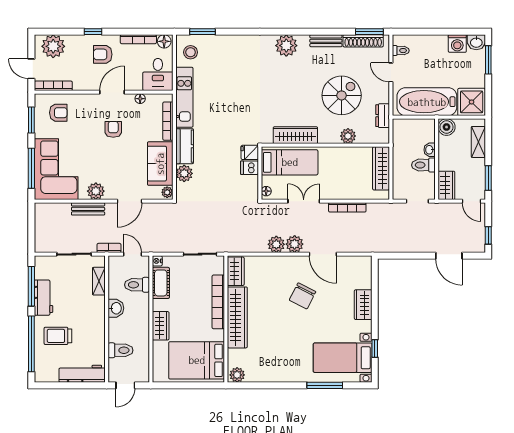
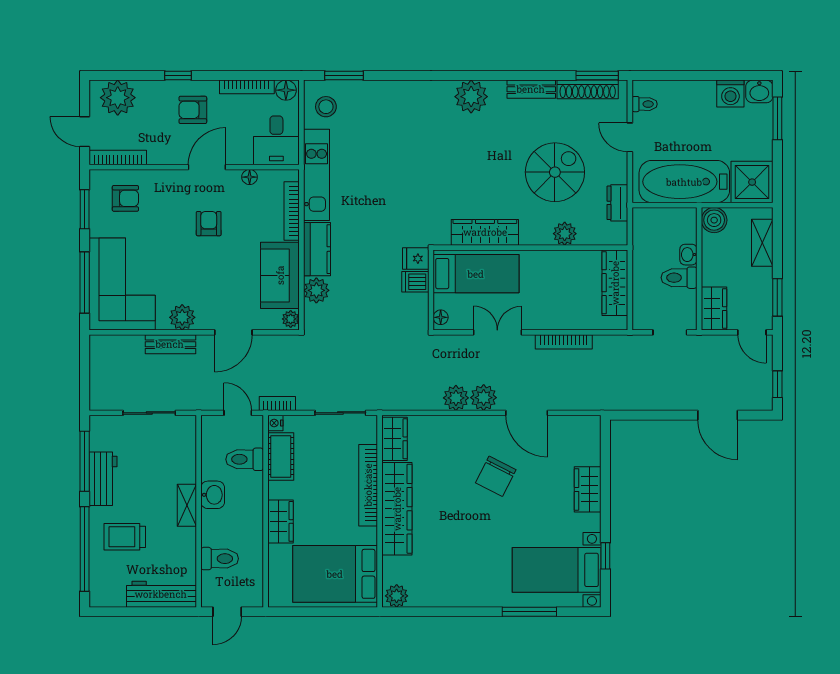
bookcase: (109, 248) -> (277, 403), moved
shelving: (99, 281) -> (187, 505), moved

